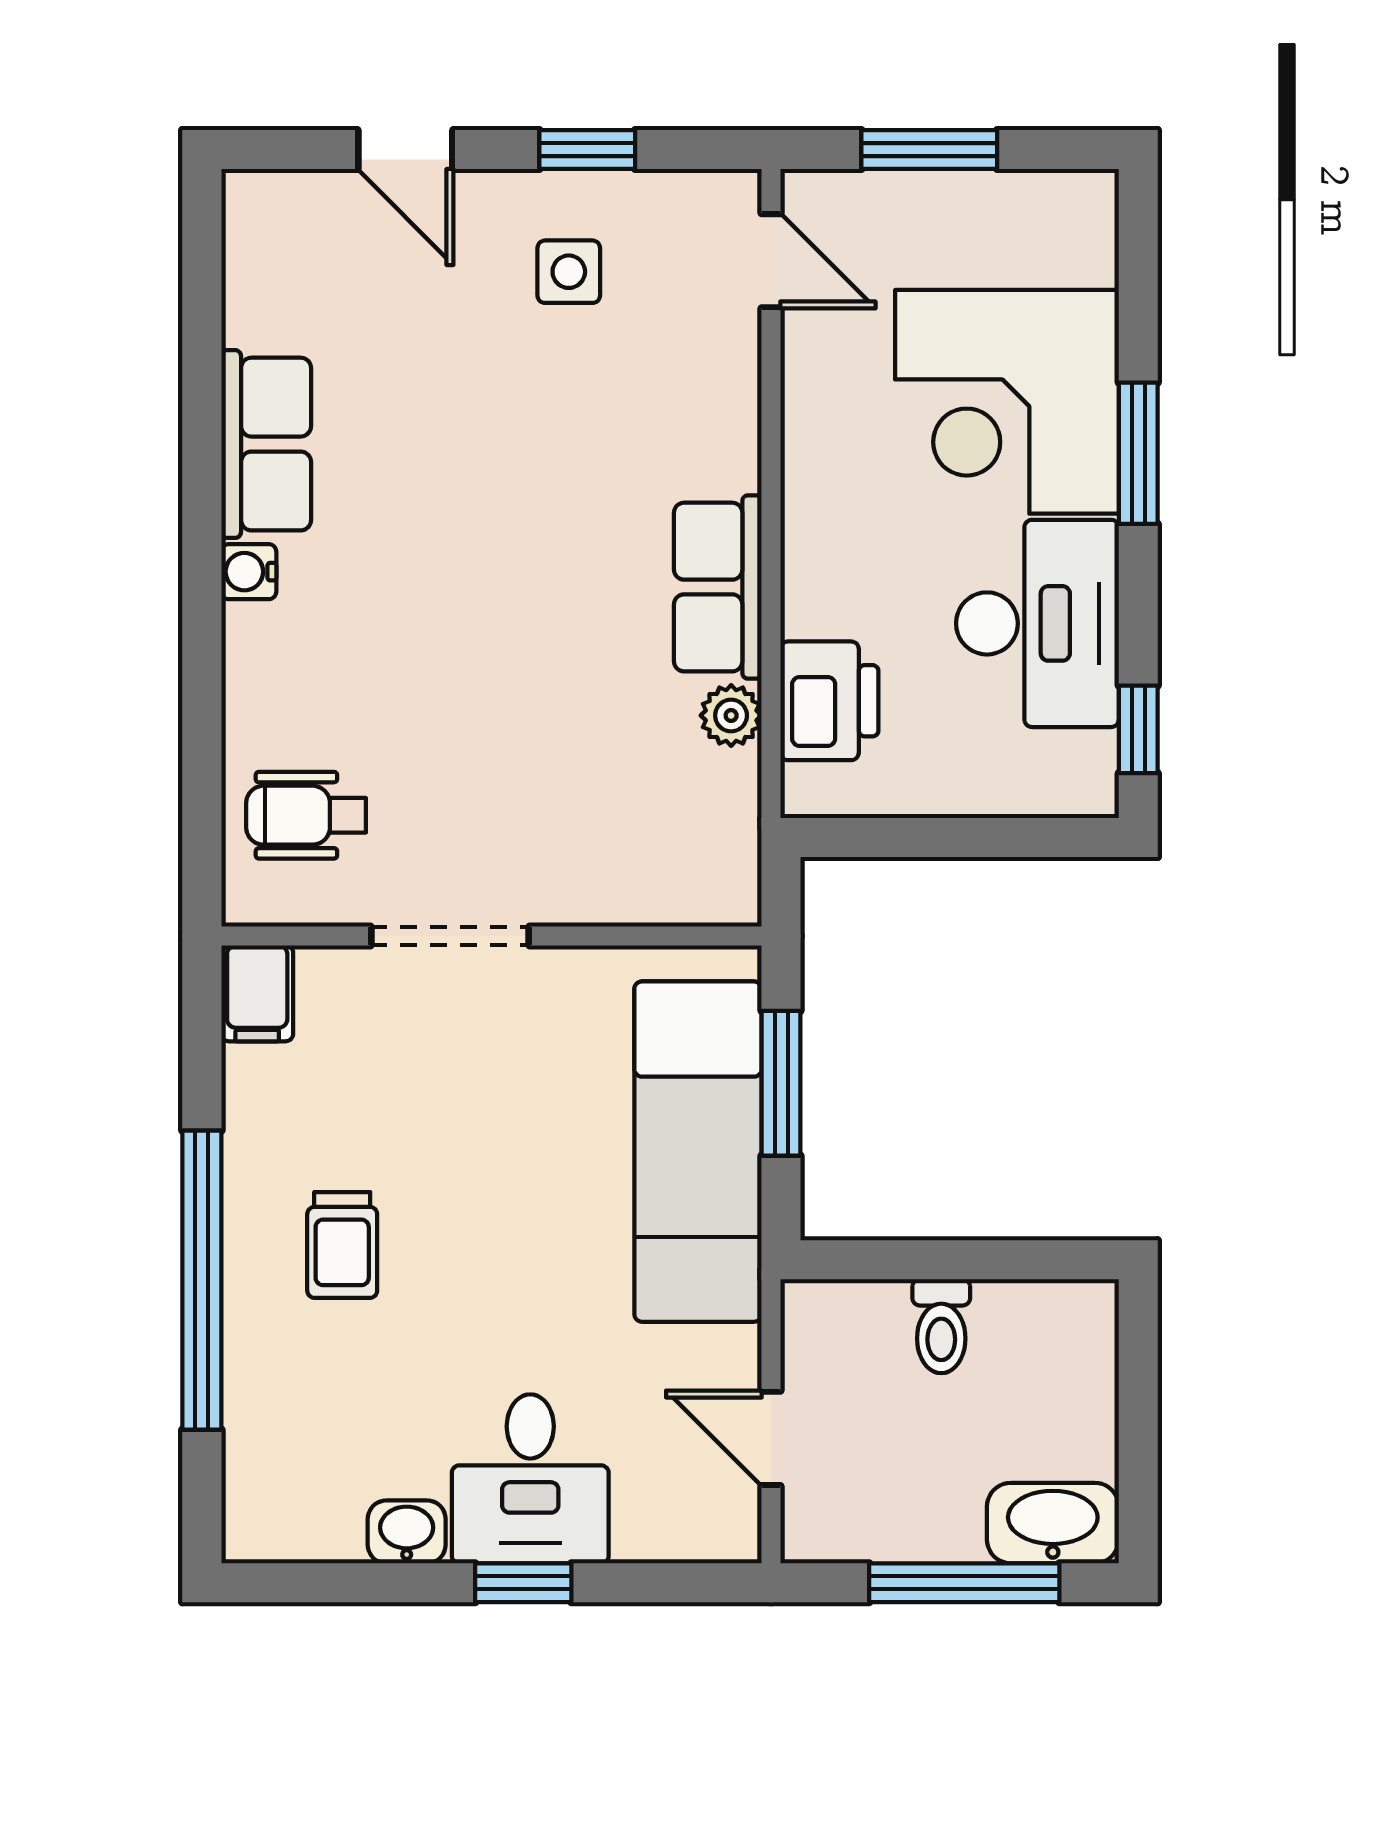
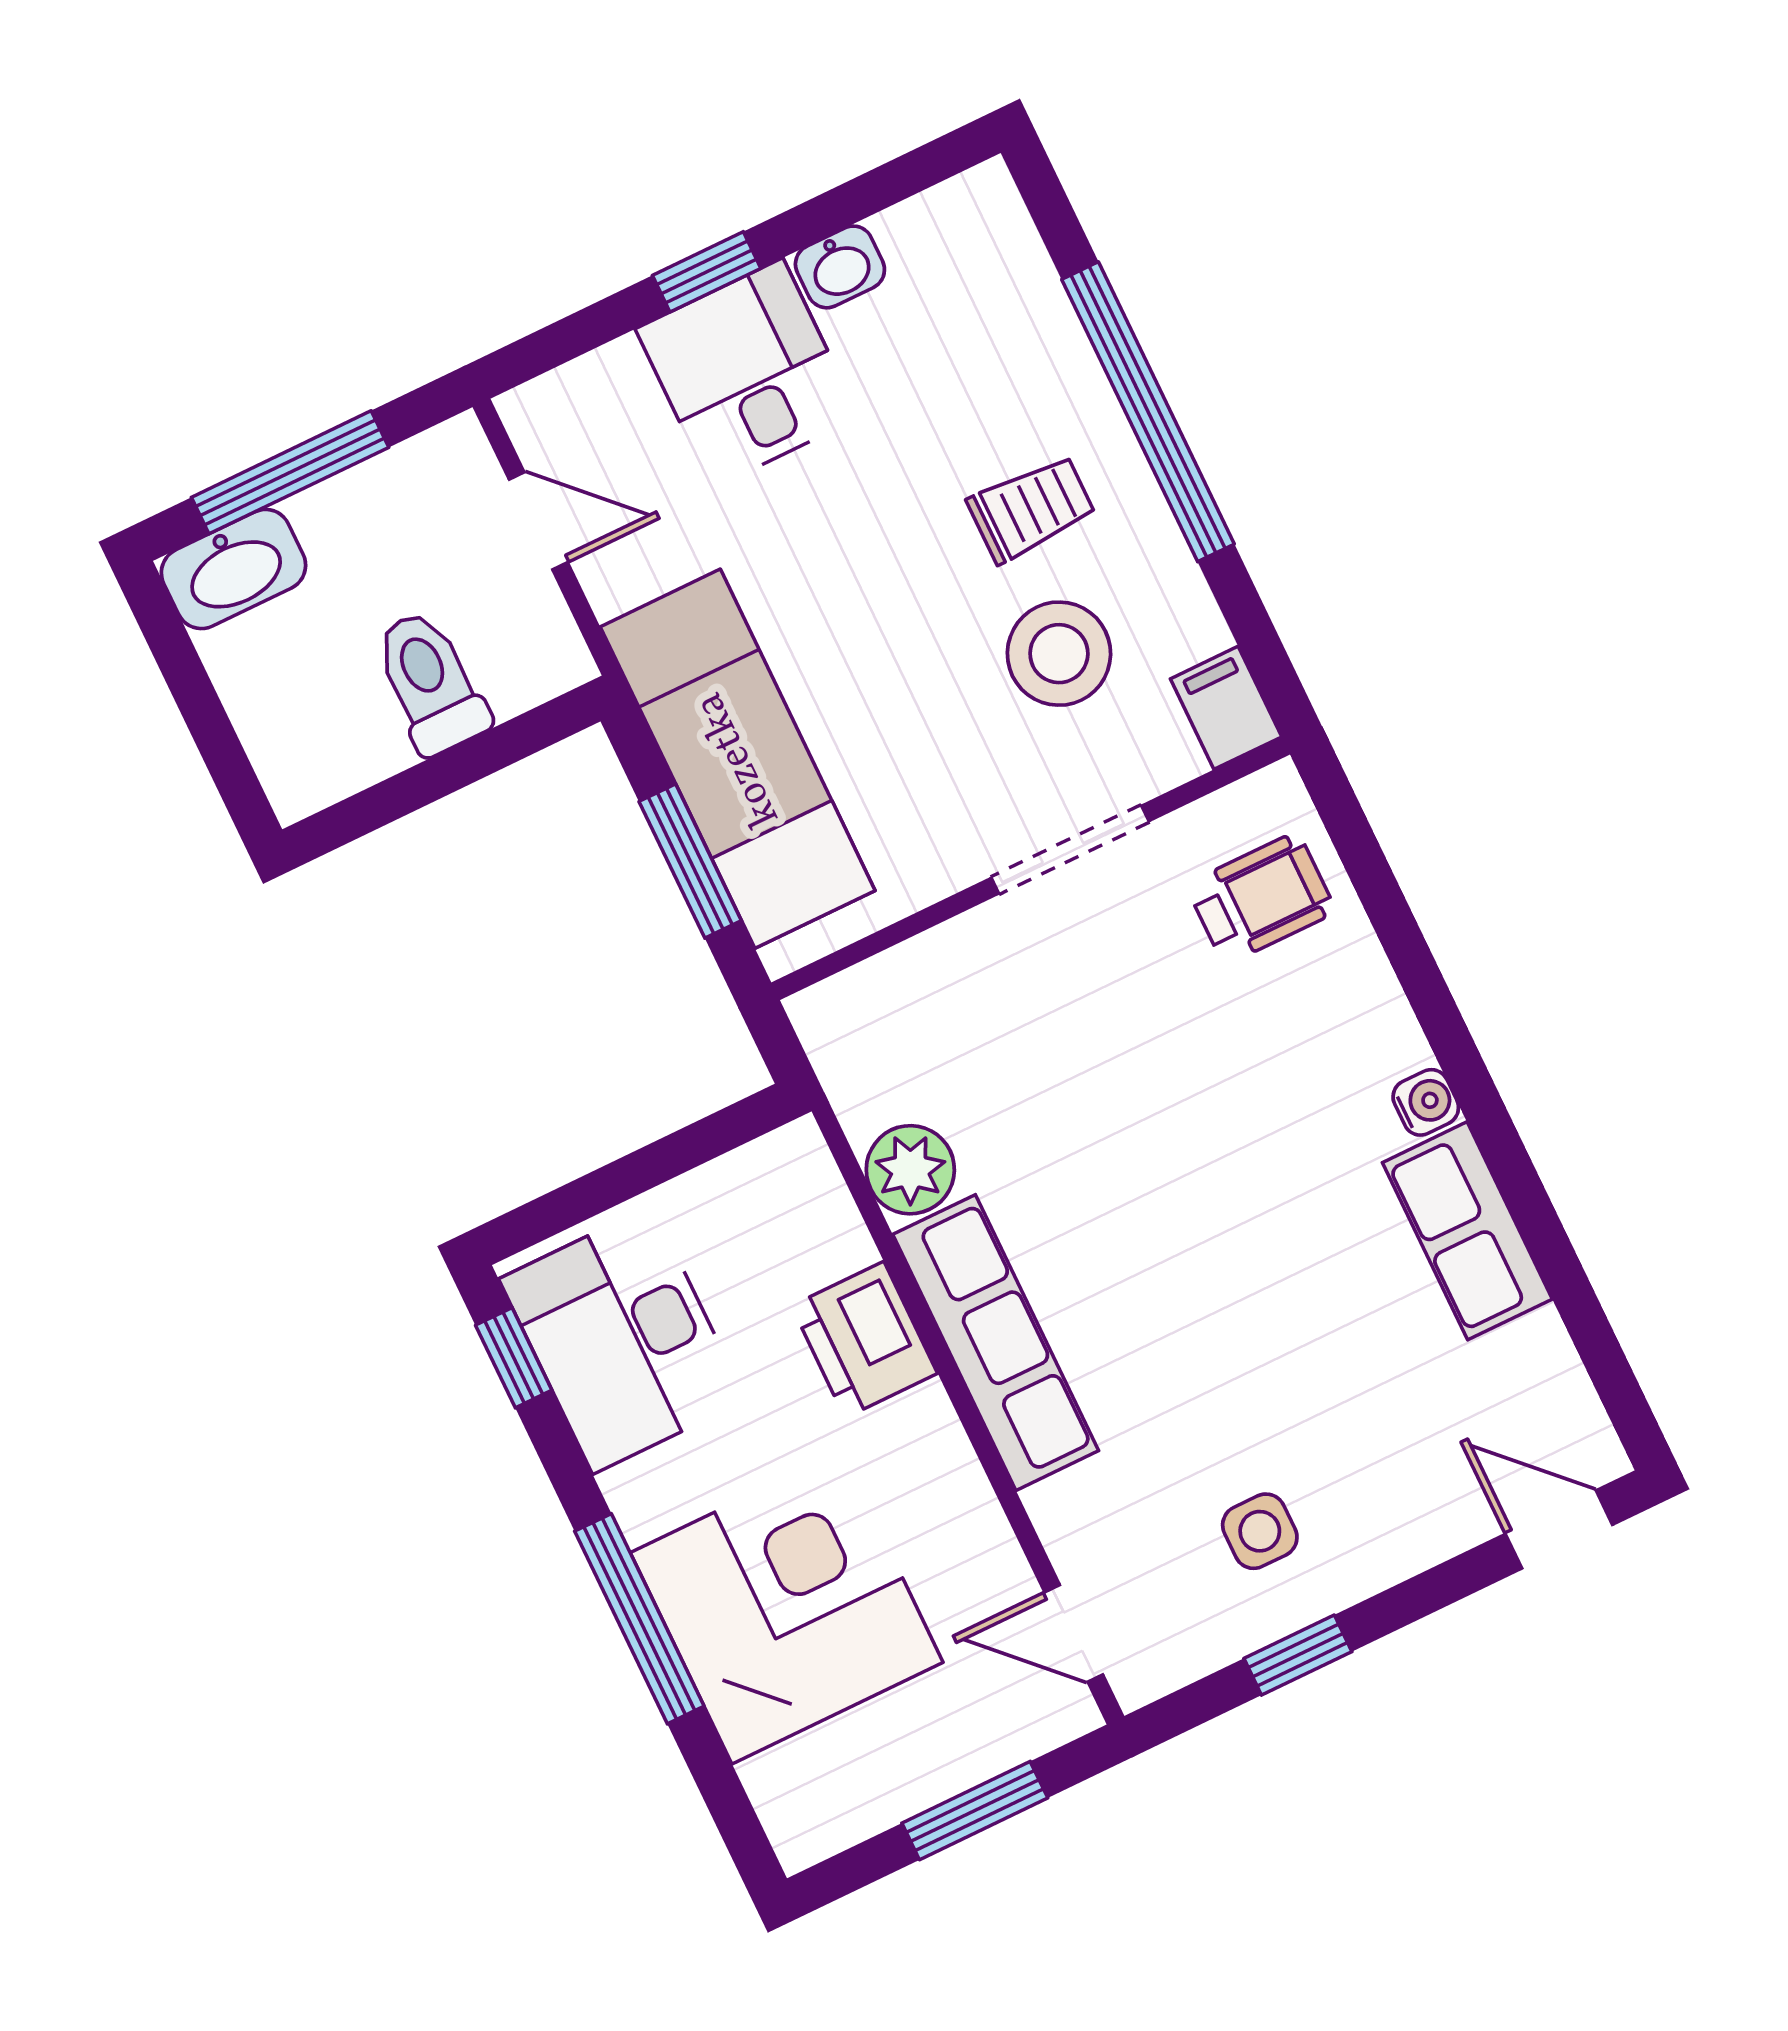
door: (405, 150) -> (1559, 1529), moved
window: (1138, 453) -> (639, 1619), width x1.44
row of seats: (718, 587) -> (996, 1343), width x1.48
desk: (1037, 623) -> (622, 1340), moved
printer: (829, 701) -> (864, 1340), moved
plant: (731, 715) -> (910, 1170), width x1.38, depth x1.38
stool: (378, 1109) -> (1059, 654), added
trolley: (342, 1245) -> (1031, 509), turned 90
toilet: (941, 1326) -> (430, 682), width x1.37, depth x1.39

